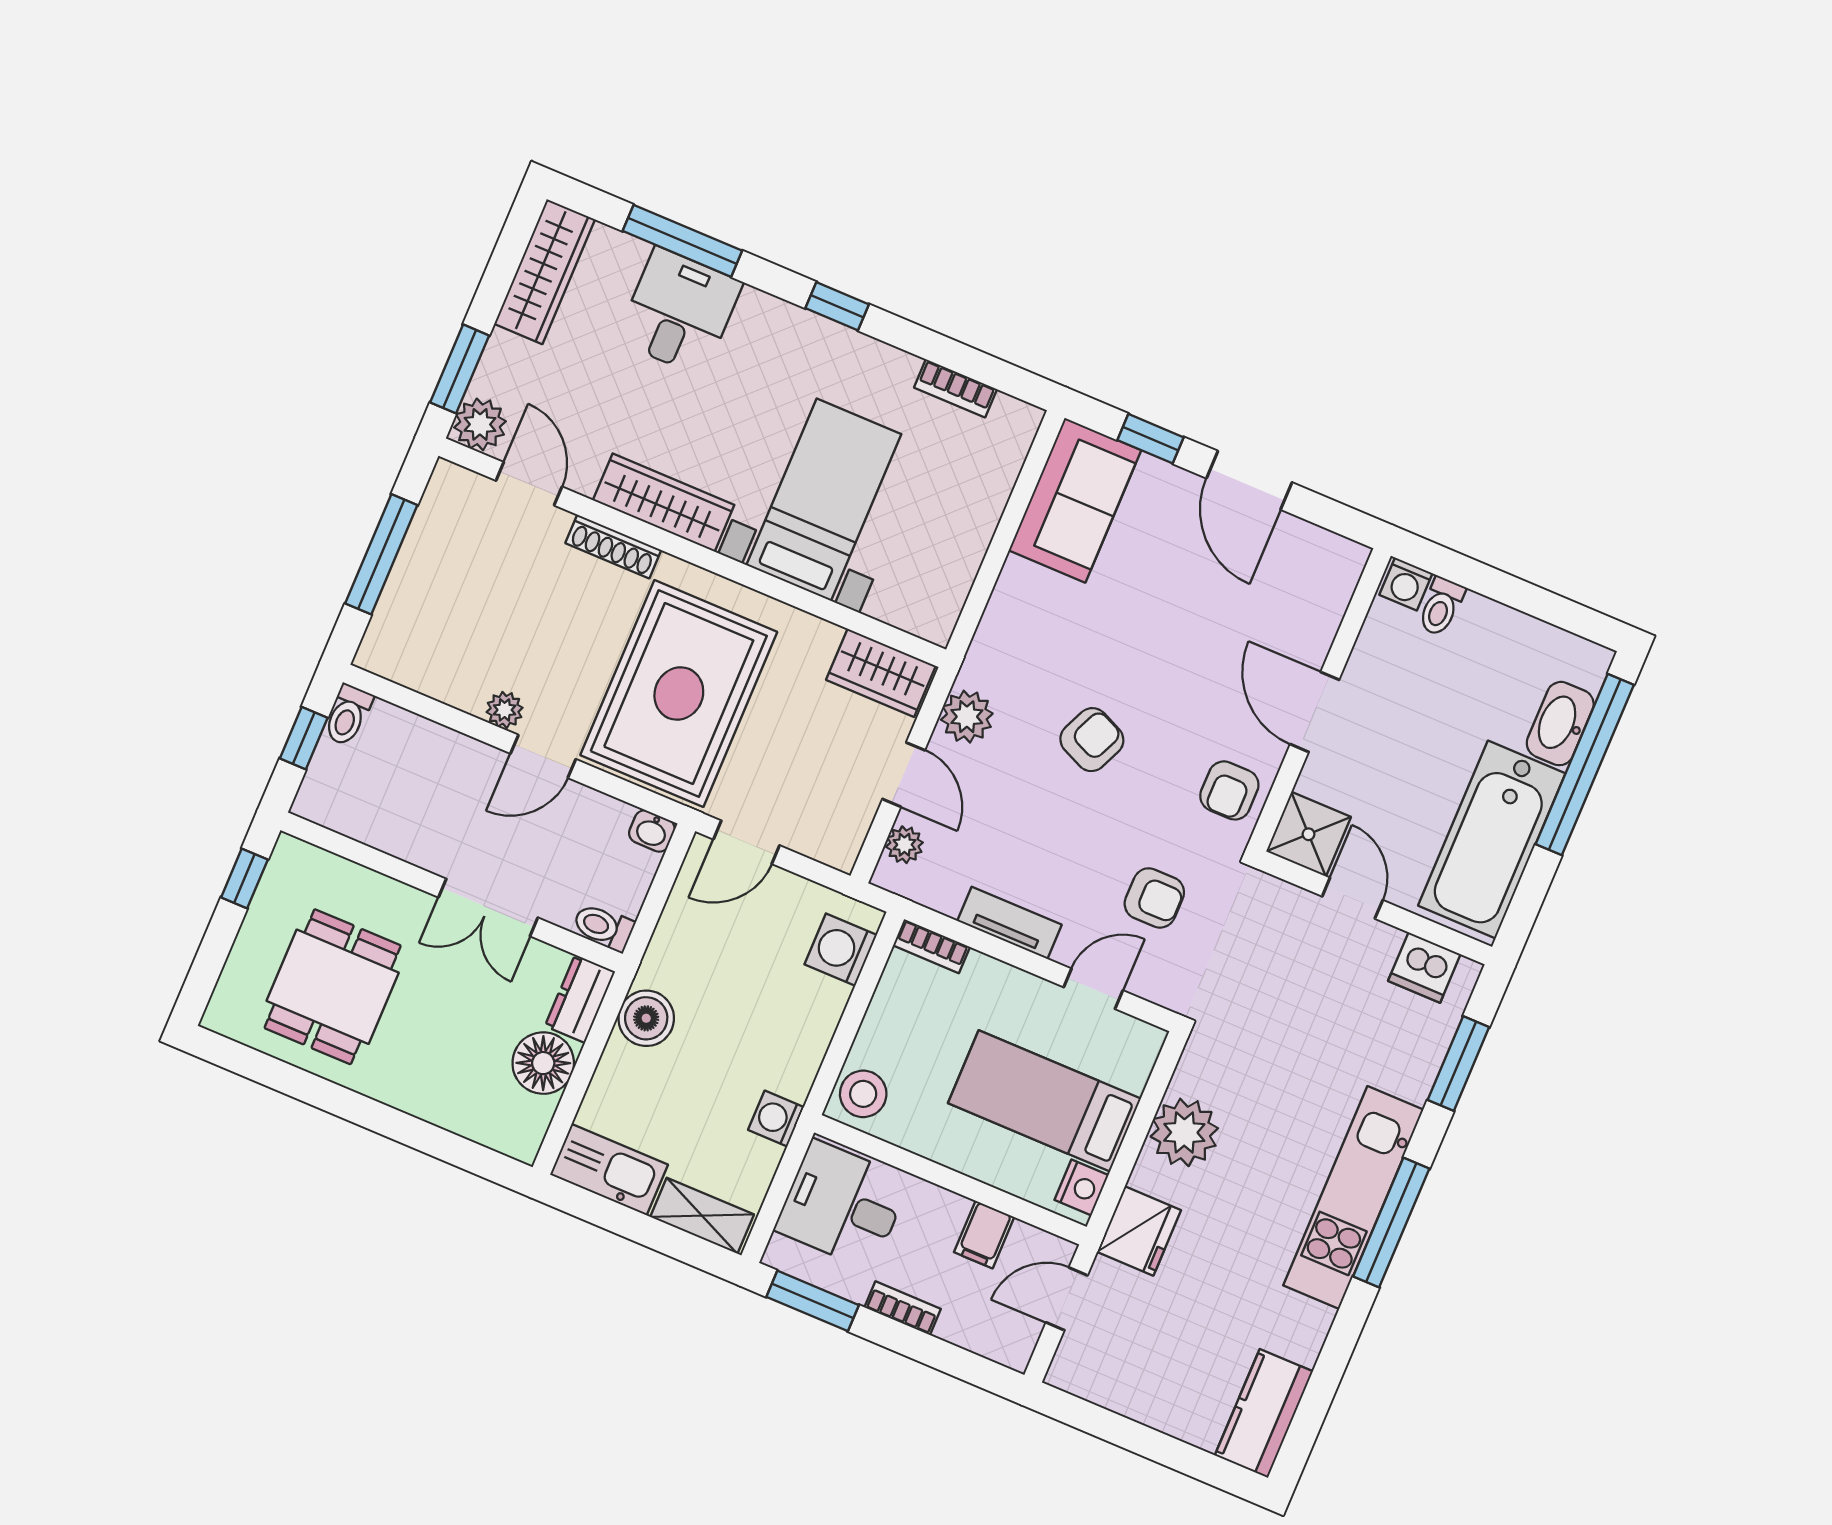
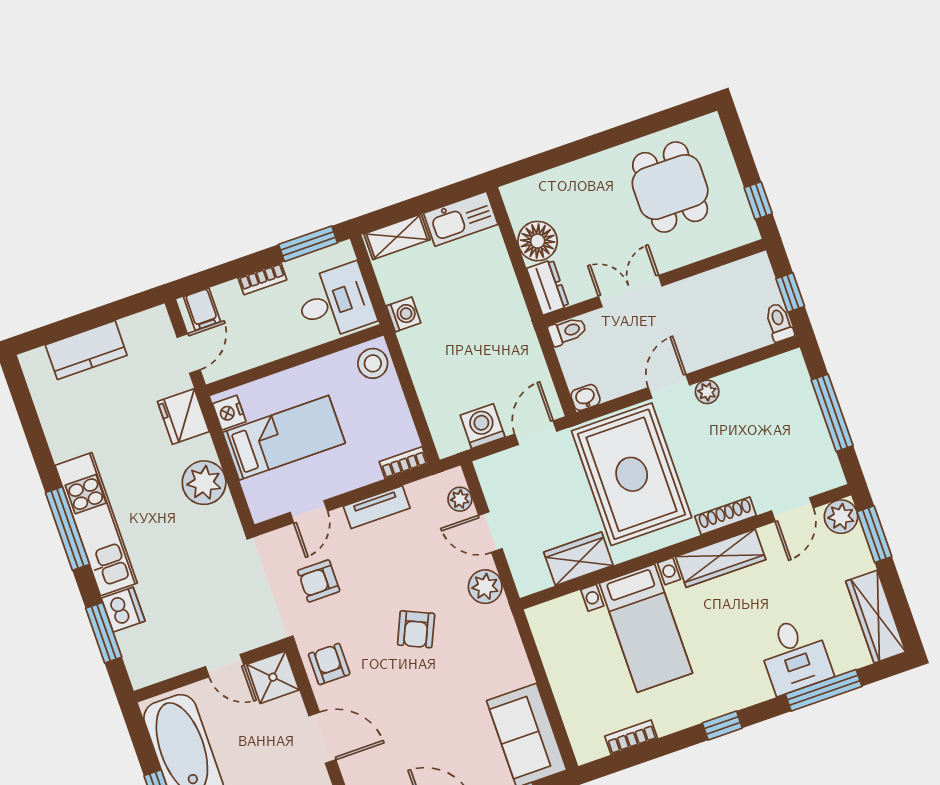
door: (529, 484) -> (792, 509), hinge flipped
wardrobe: (881, 673) -> (578, 559), moved
washing machine: (841, 950) -> (483, 426), moved, turned -90
dishwasher: (1424, 968) -> (123, 610), moved, turned 90
boiler: (646, 1018) -> (508, 306), removed
filing cabinet: (984, 1235) -> (202, 309), moved, turned 180
kitchen counter: (1264, 1413) -> (86, 350), moved, turned 90

